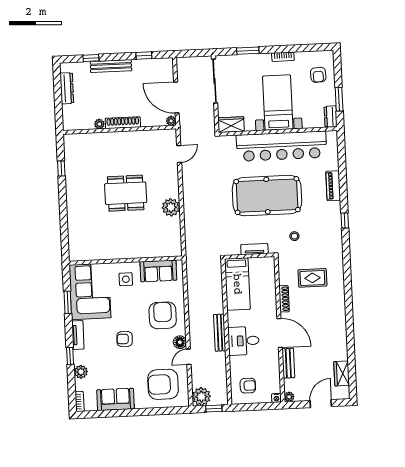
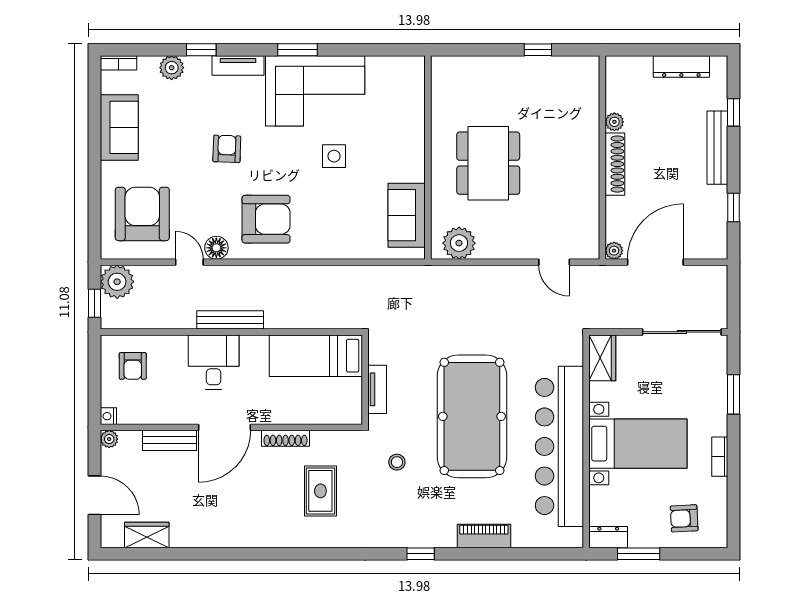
wall: (126, 261) -> (428, 157), moved
sofa: (158, 271) -> (407, 215), moved

